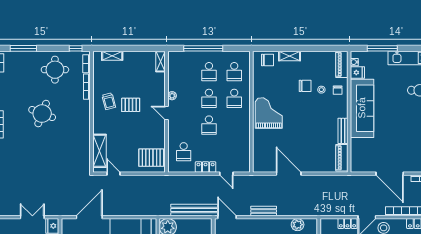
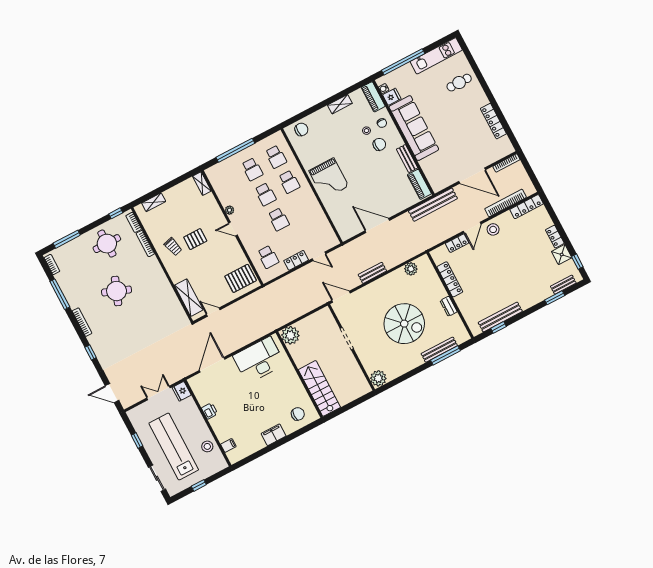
window: (382, 48) -> (403, 62), width x1.46
shelving: (290, 56) -> (340, 104), moved
chair: (305, 86) -> (379, 144), moved
grand piano: (269, 113) -> (329, 179), turned 180
bench: (194, 210) -> (433, 205), moved

